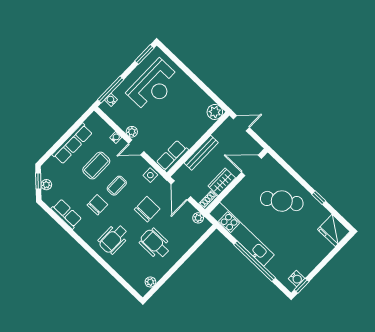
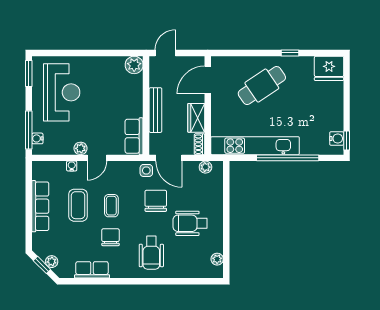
side table: (150, 175) -> (146, 170), moved

